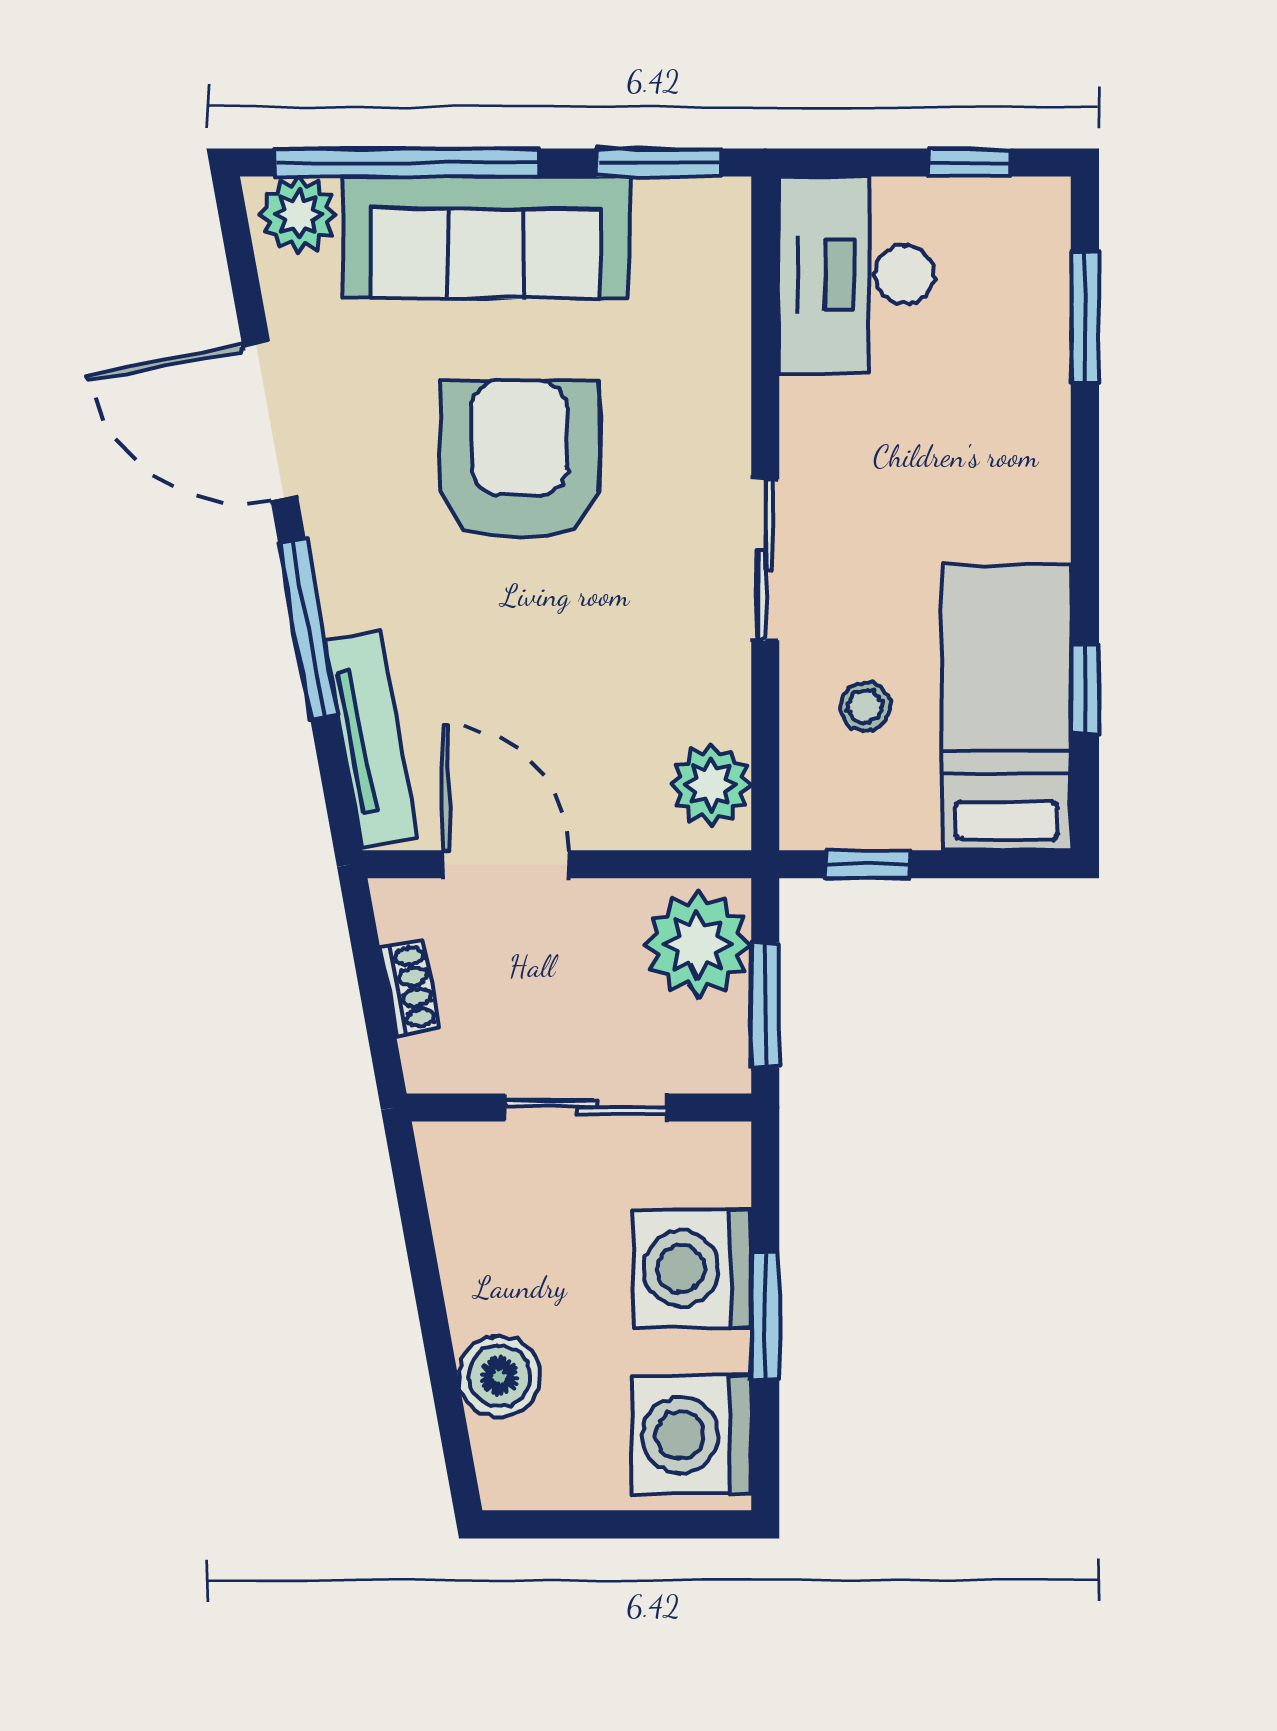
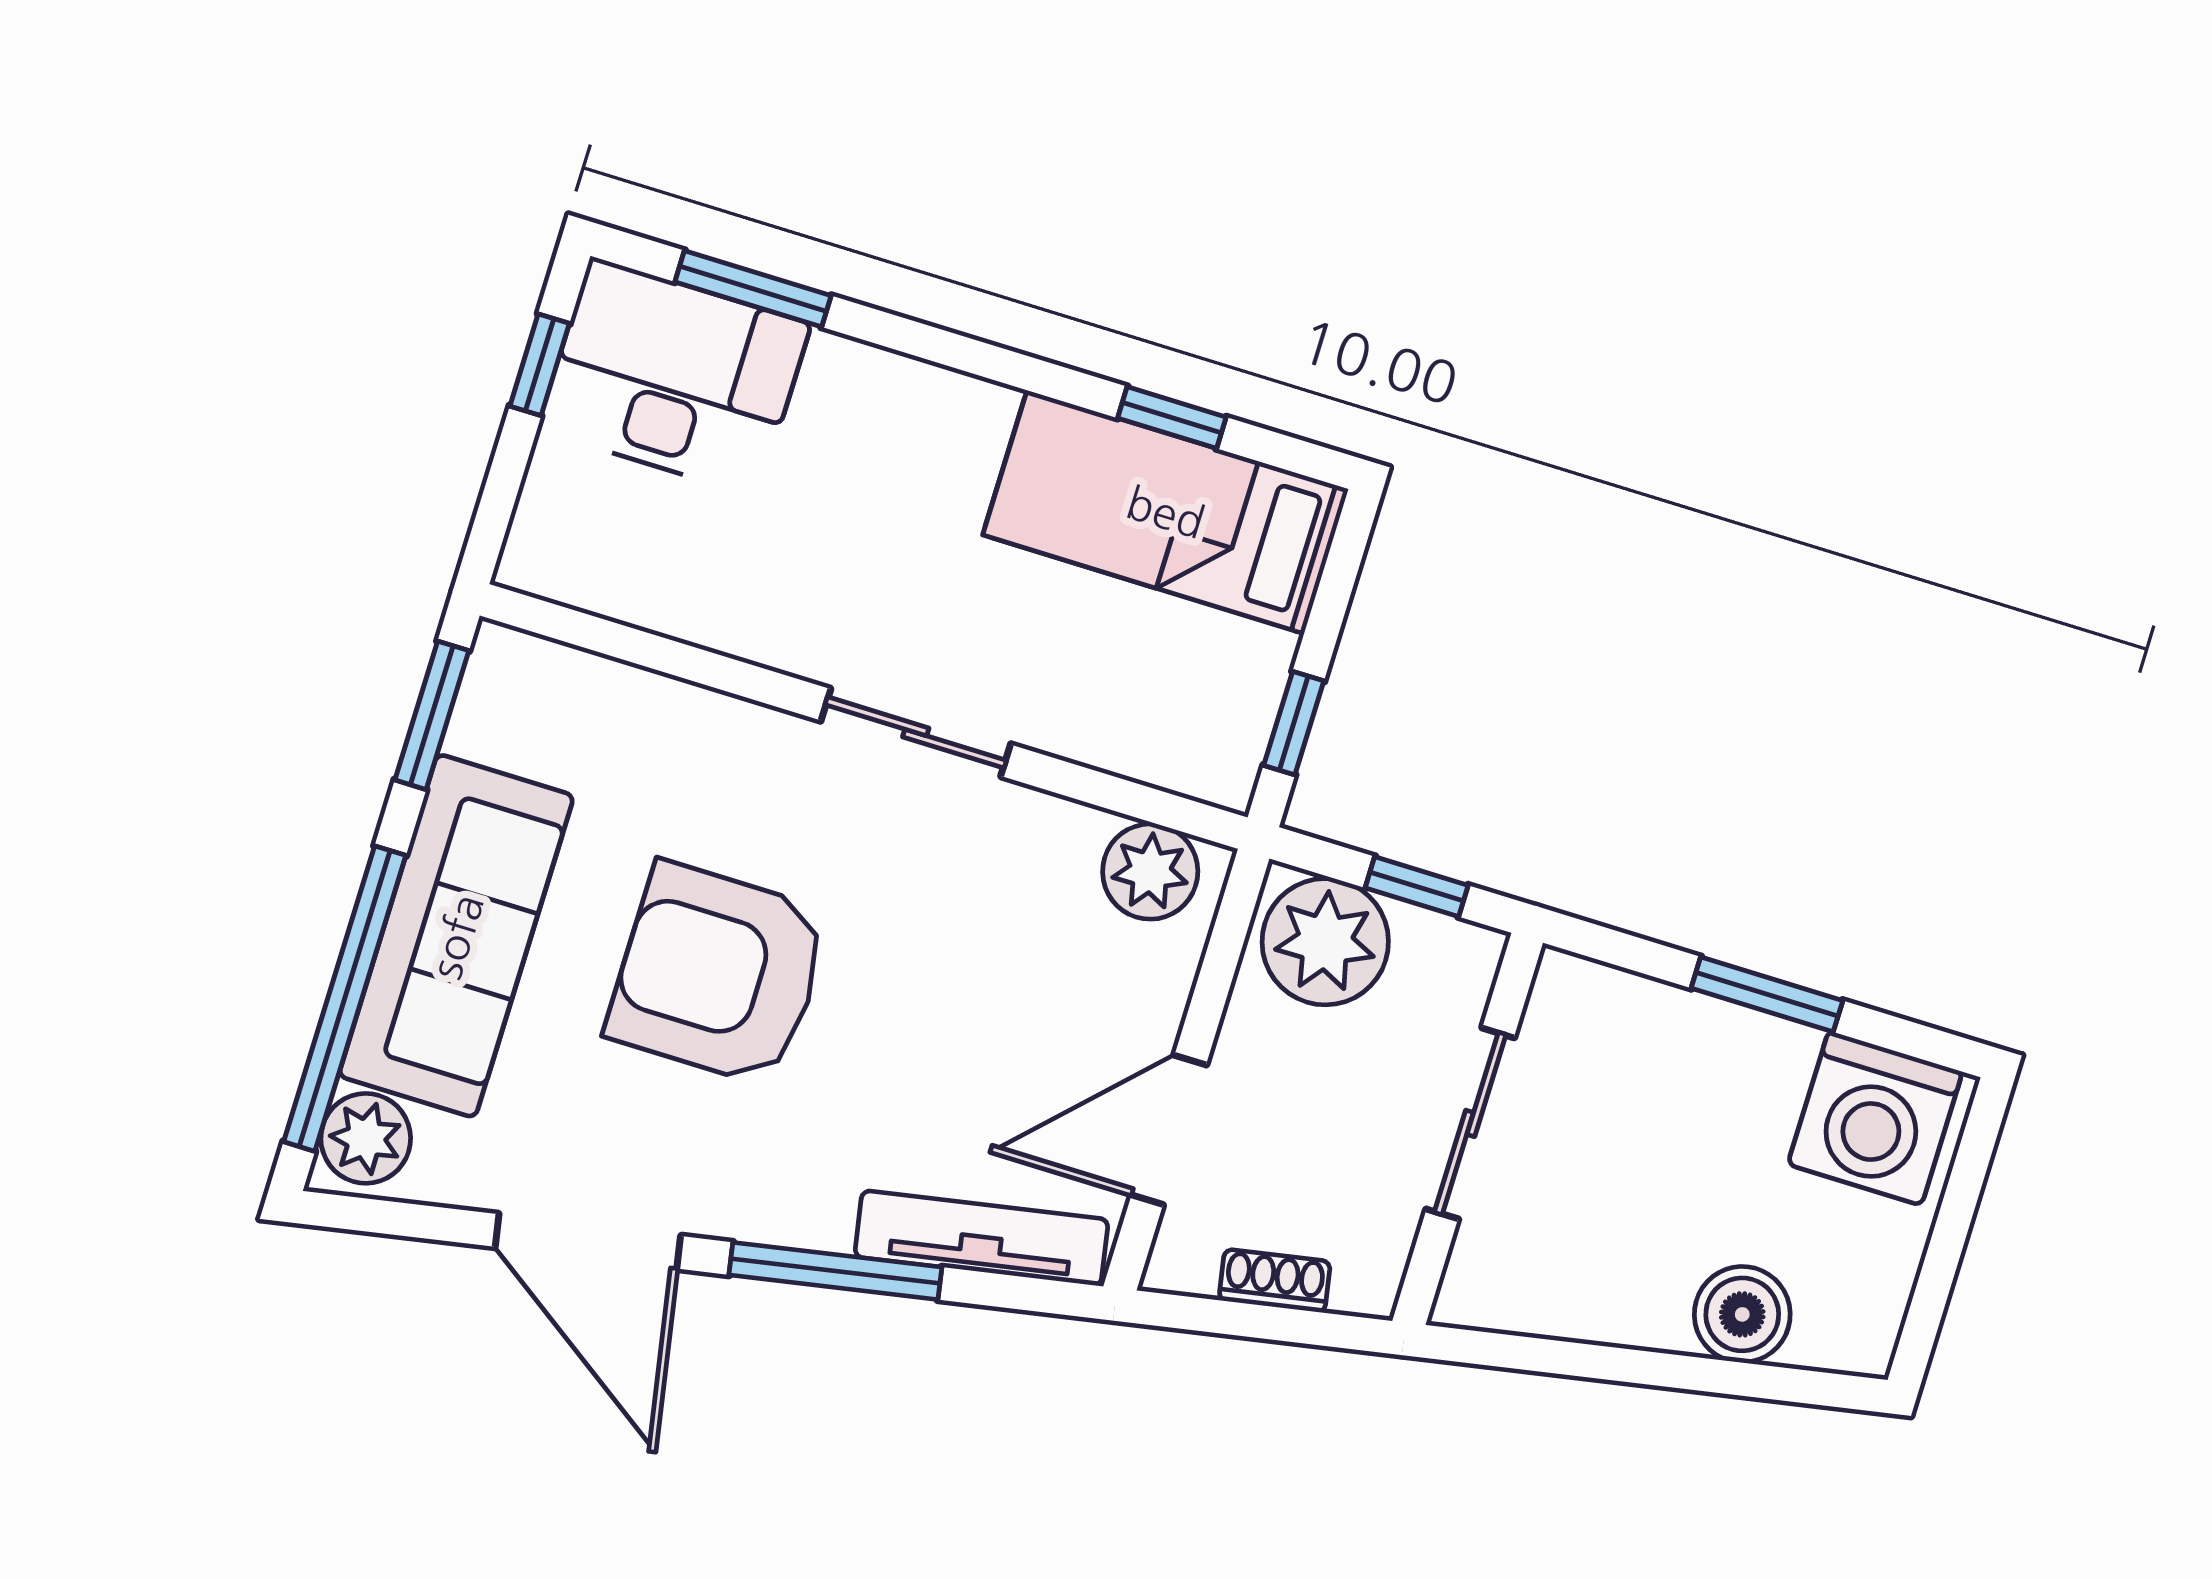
desk: (856, 275) -> (674, 377), moved, turned 180
door: (270, 421) -> (588, 1241), hinge flipped
stool: (865, 706) -> (1115, 671), removed
window: (765, 1005) -> (1417, 887), width x0.67
washing machine: (692, 1269) -> (1688, 1060), removed

